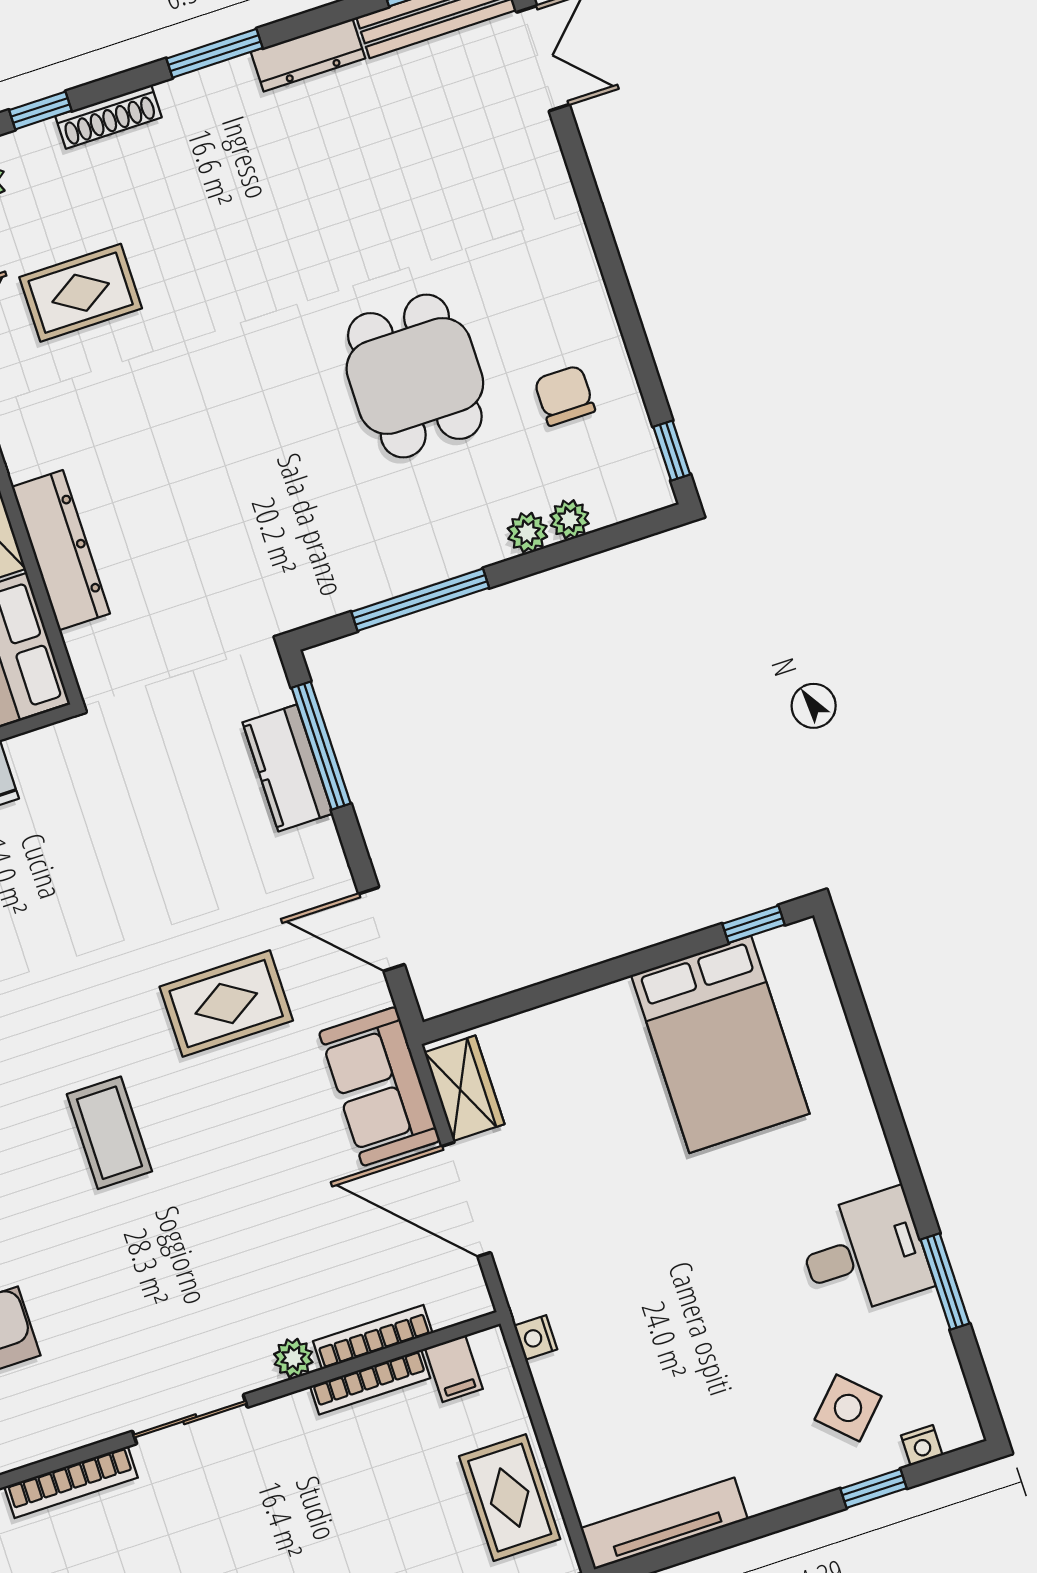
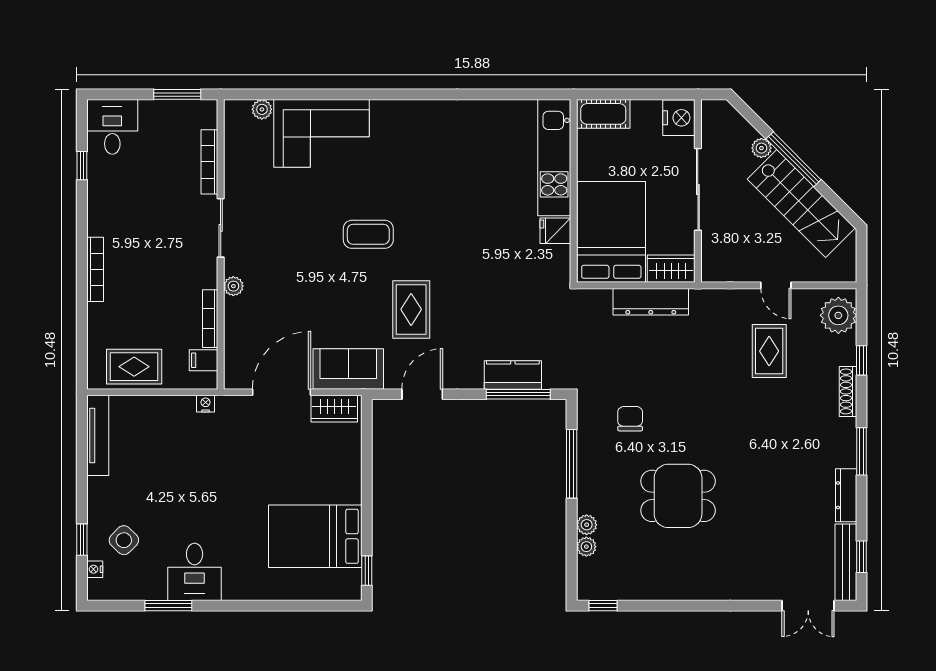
chair: (565, 395) -> (630, 419), moved, turned -90
bookcase: (373, 1337) -> (231, 327), removed

